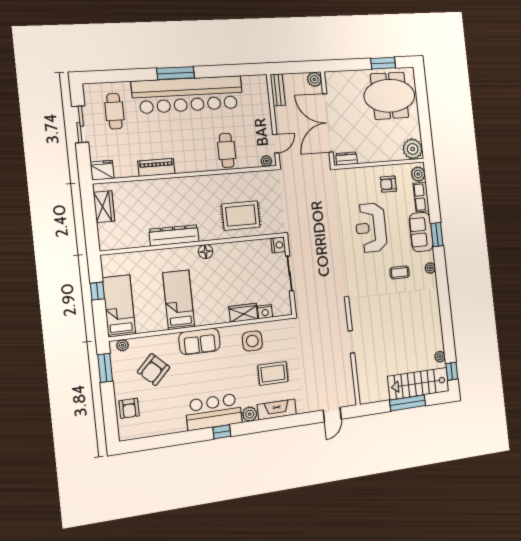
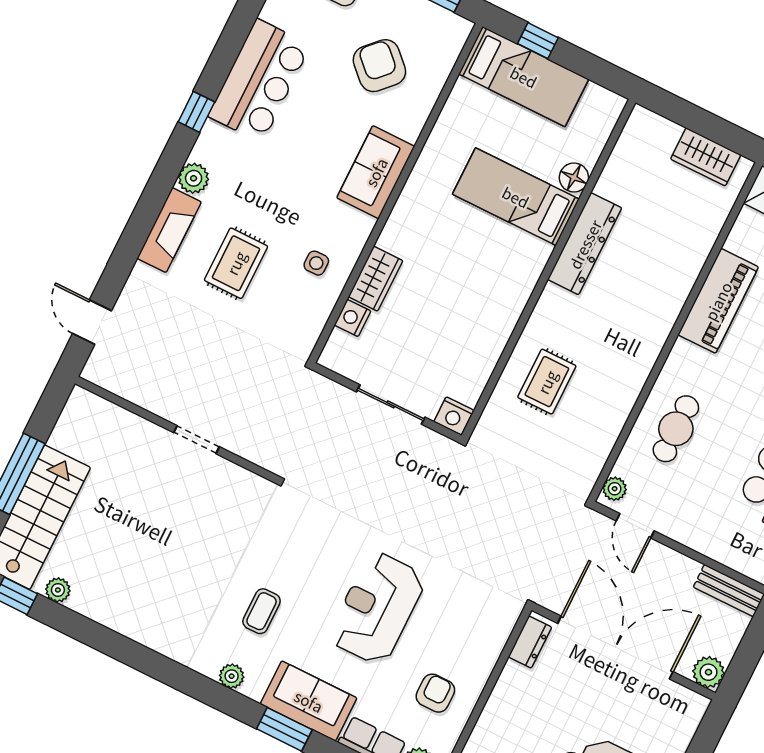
cafe table: (227, 150) -> (676, 429), turned 90
piano: (156, 167) -> (718, 301), width x1.37, depth x1.33
rug: (241, 216) -> (547, 382), width x0.73, depth x0.70
reception desk: (371, 228) -> (377, 608), turned -90
floor lamp: (206, 252) -> (574, 177), moved
window: (97, 291) -> (538, 41), moved
bed: (179, 300) -> (516, 197), moved, turned 180
side table: (252, 341) -> (316, 263), width x0.54, depth x0.54
plant: (122, 345) -> (454, 41), removed
bar counter: (214, 412) -> (259, 81), moved

